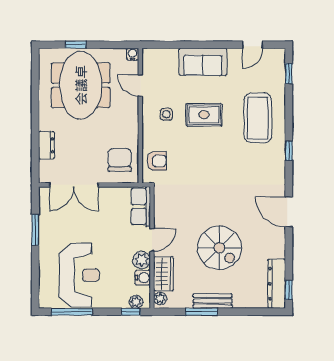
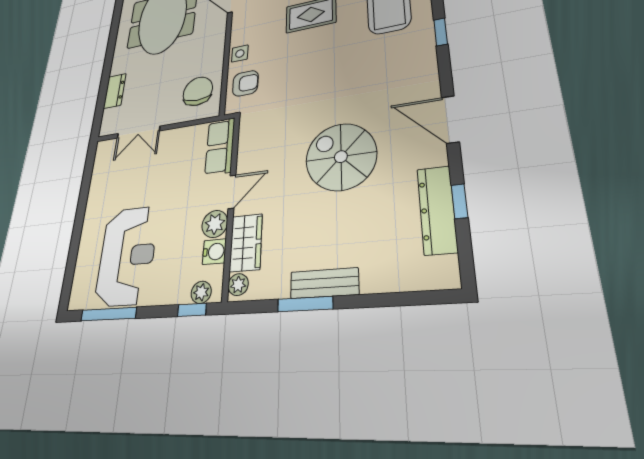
side table: (166, 114) -> (240, 54), moved
double door: (74, 185) -> (138, 132), width x0.73
window: (35, 230) -> (83, 197), removed
spiral stairs: (219, 248) -> (341, 157), moved, turned 180
dresser: (277, 284) -> (437, 210), moved
window: (289, 290) -> (459, 201), moved

